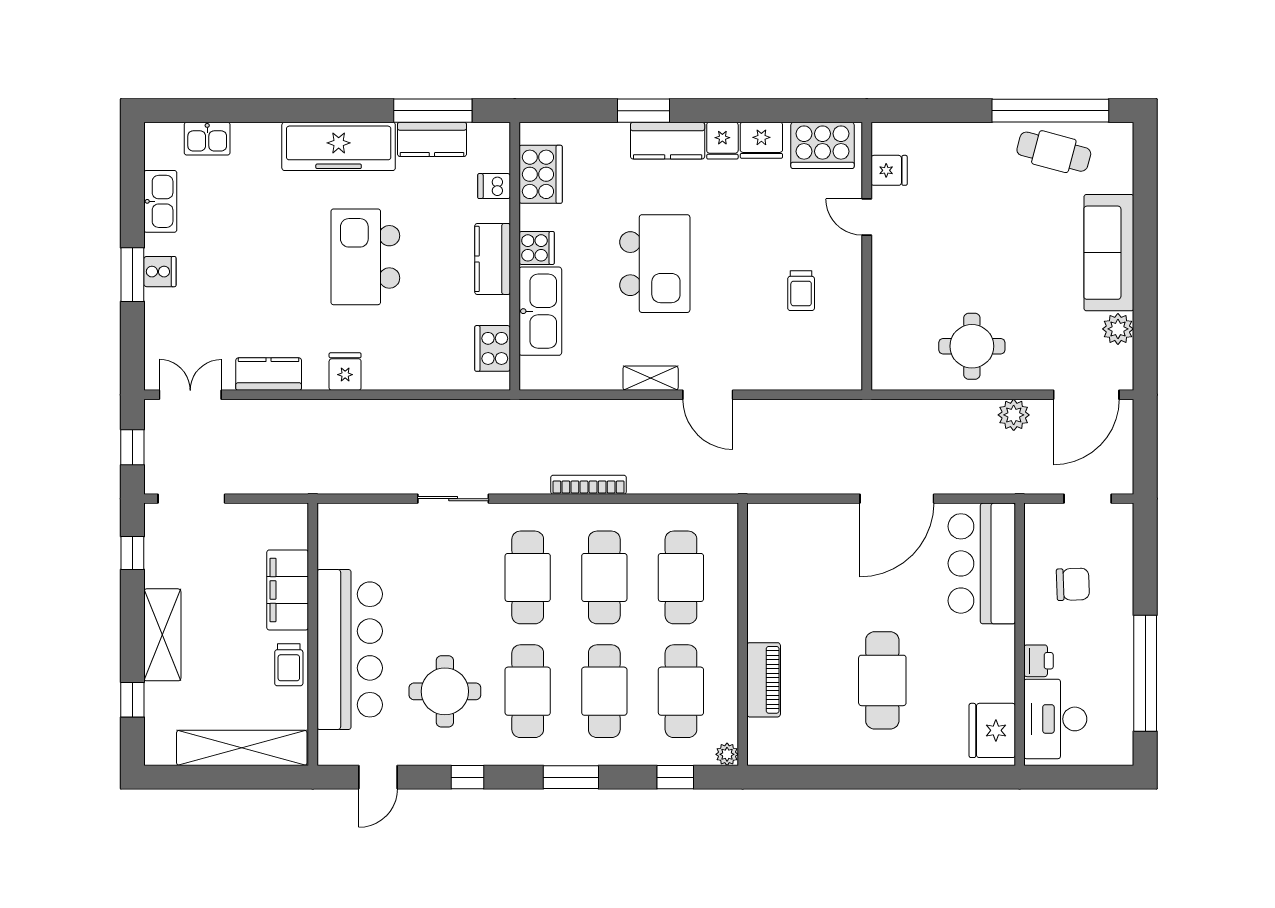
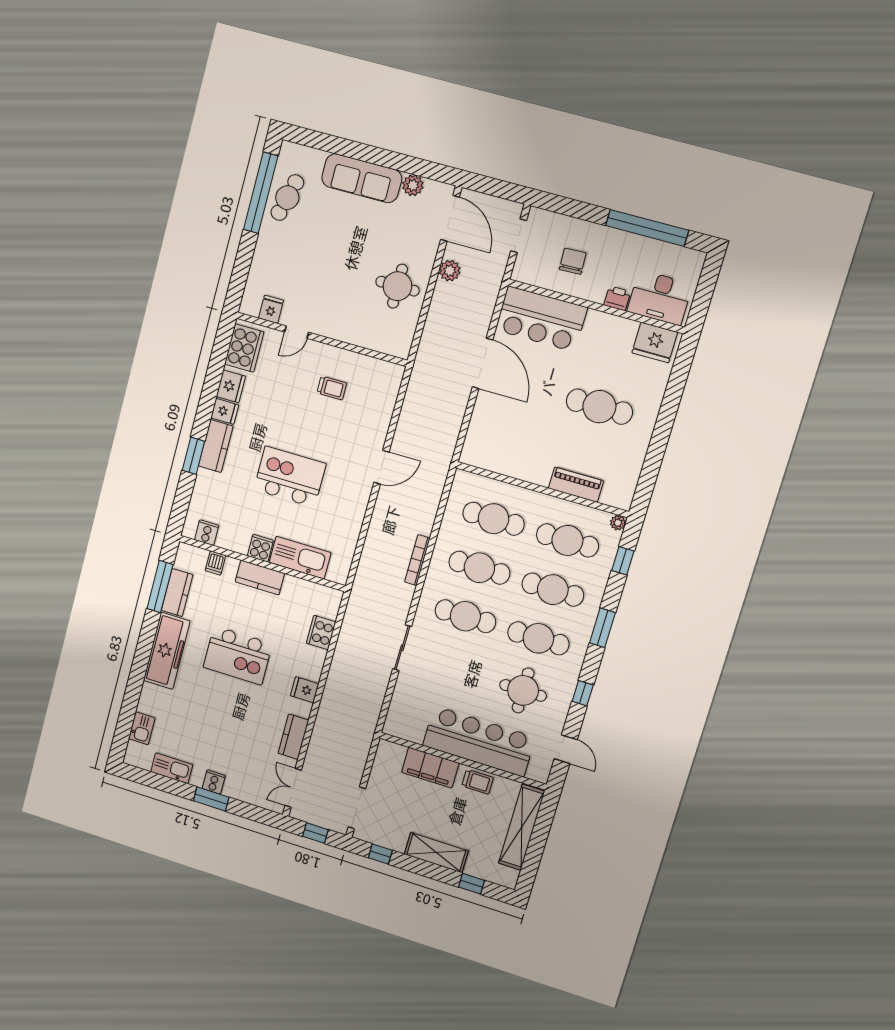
cooker: (541, 174) -> (207, 533), width x0.53, depth x0.76
cooker: (493, 348) -> (321, 632), moved, turned 90
shelving: (651, 378) -> (361, 501), removed

